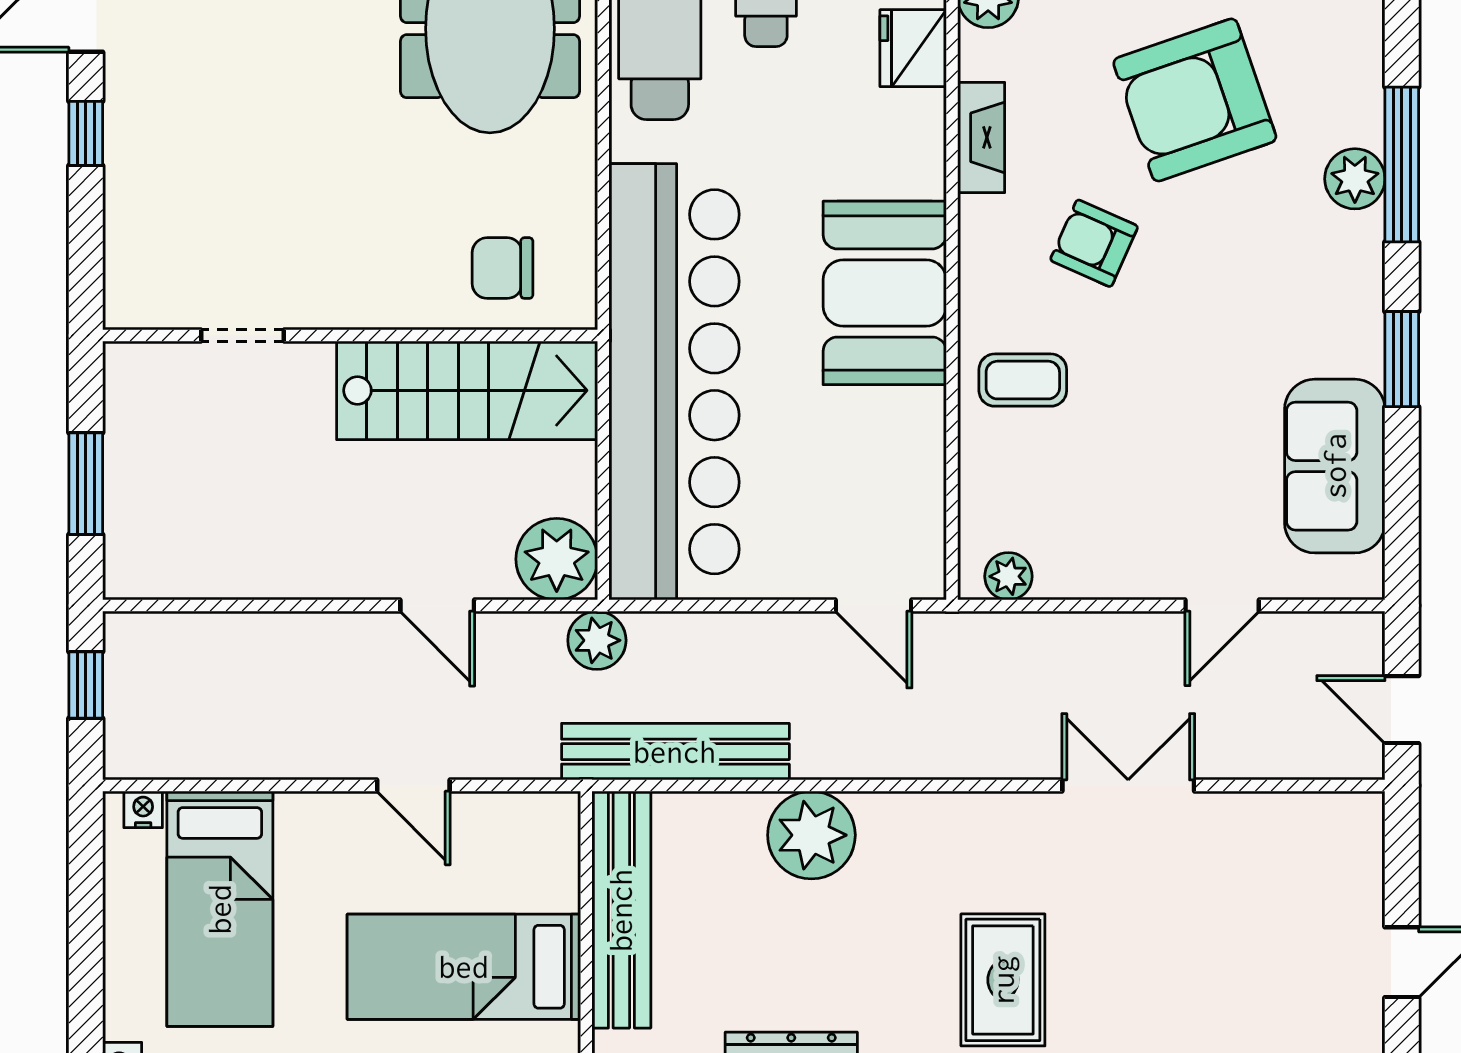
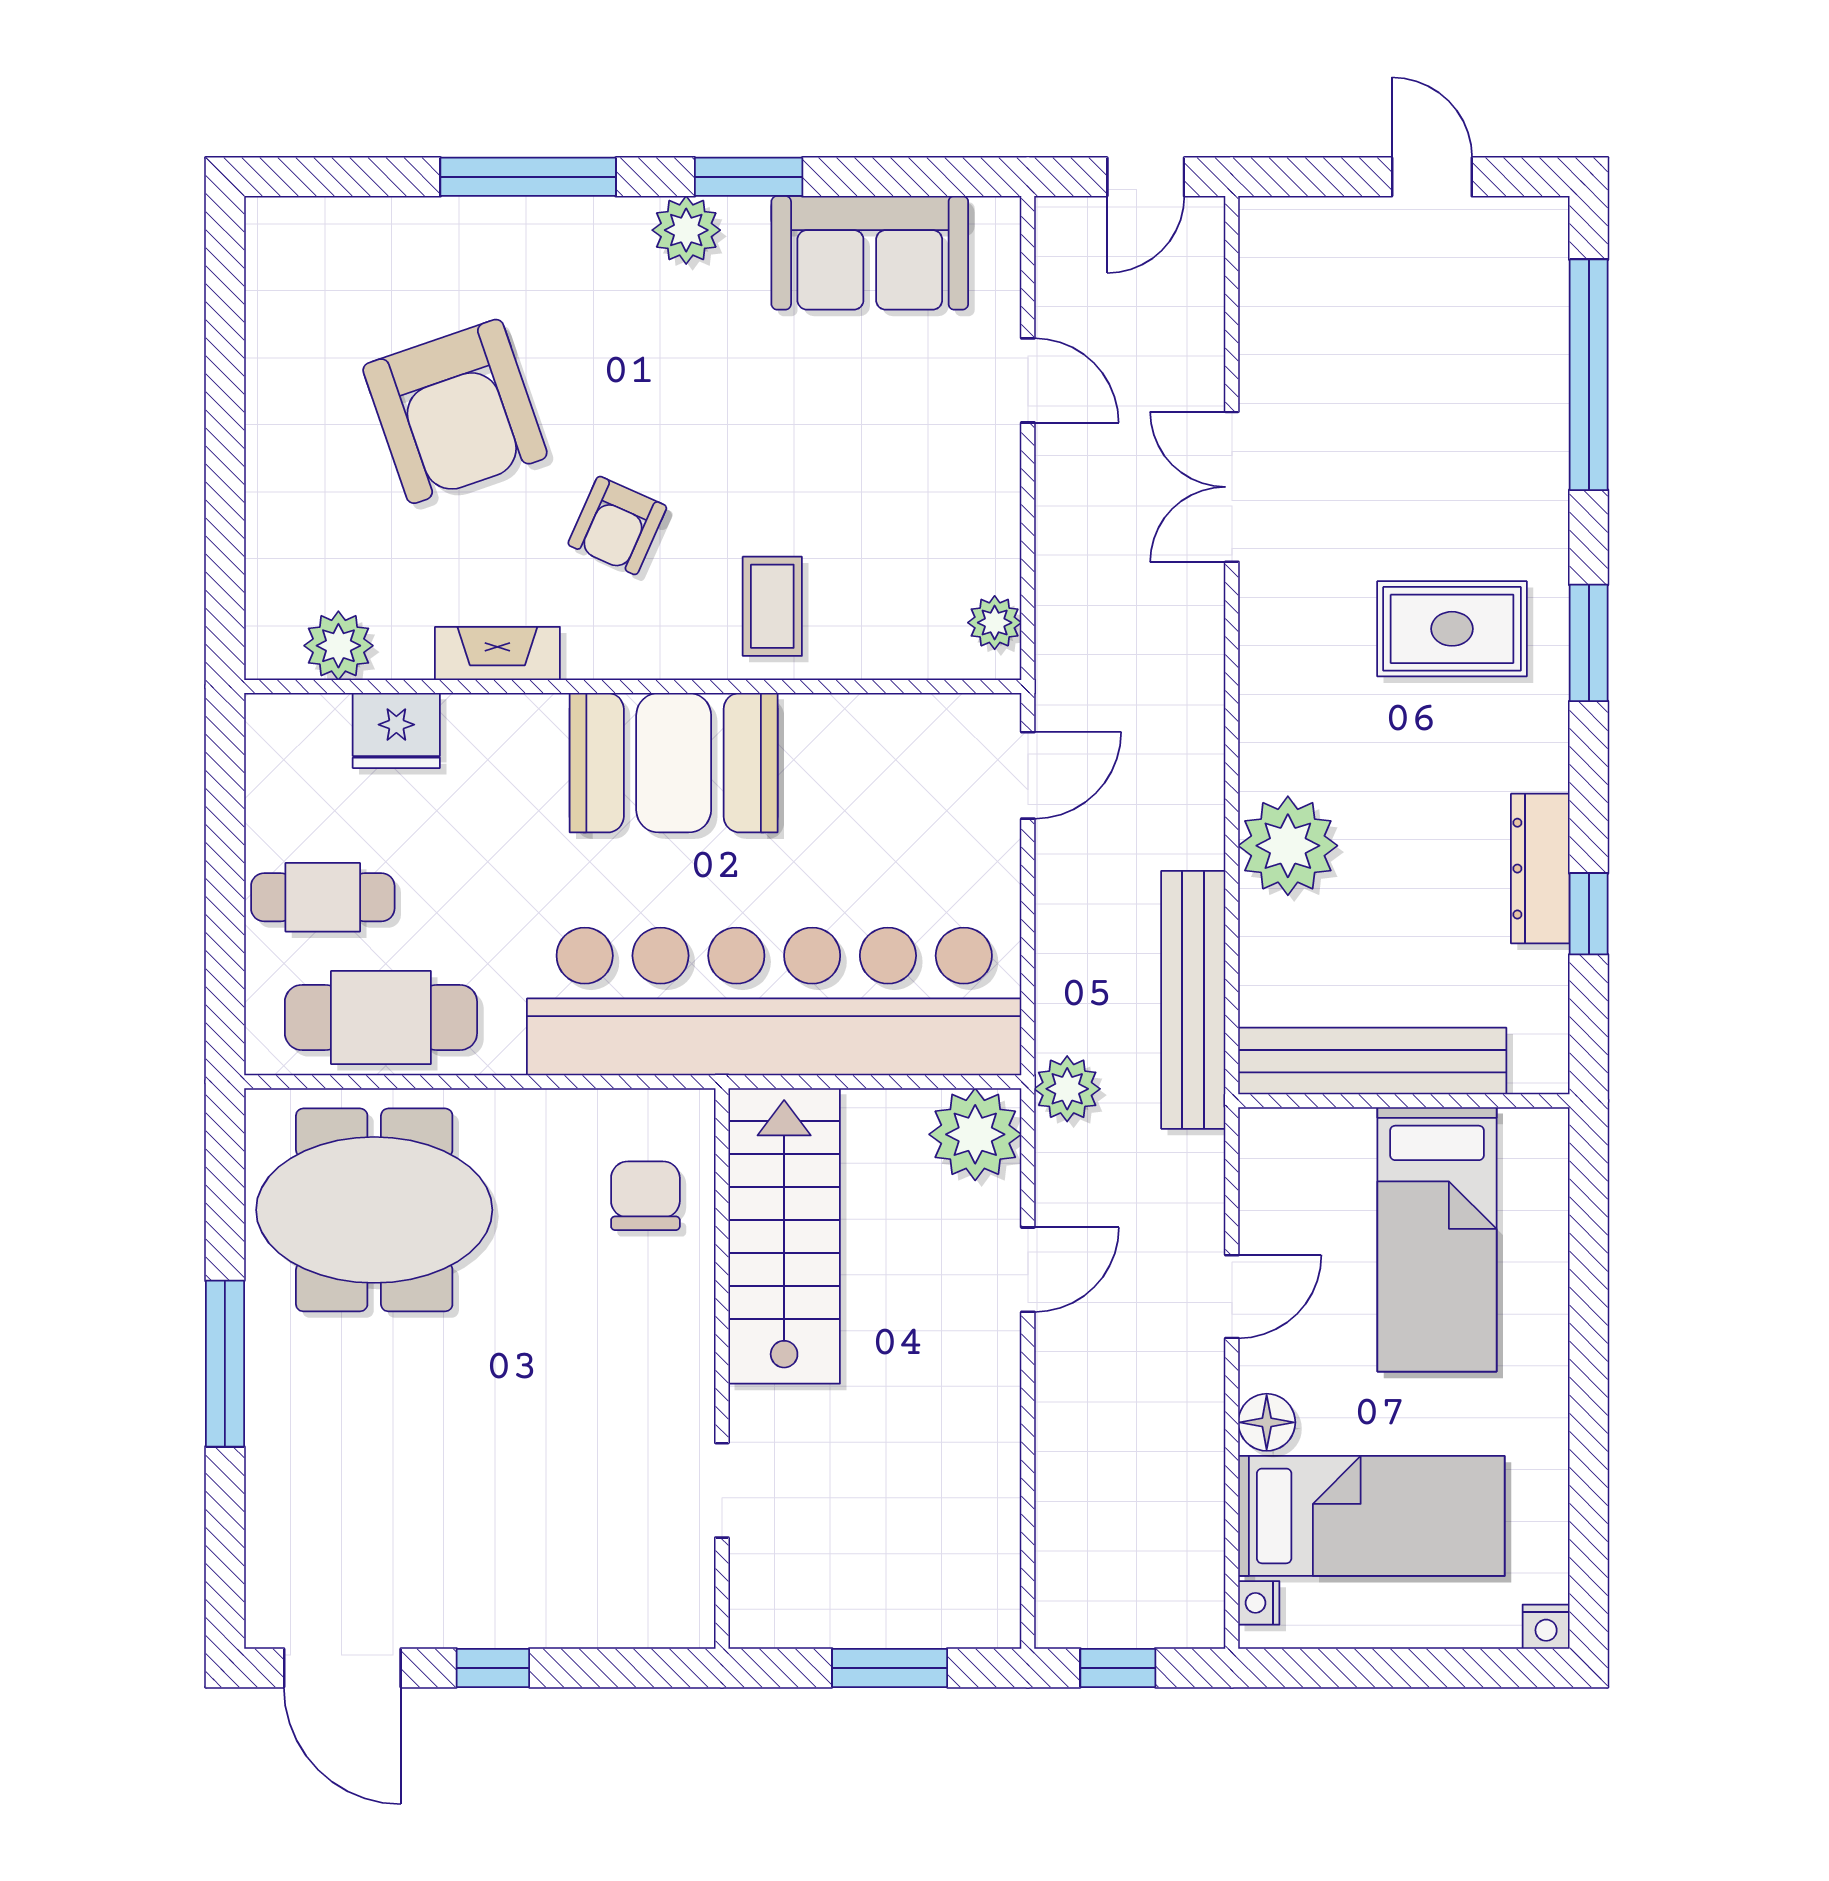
plant: (1355, 179) -> (686, 230), moved
chair: (503, 268) -> (645, 1196), turned 180
floor lamp: (303, 816) -> (1267, 1422), added

